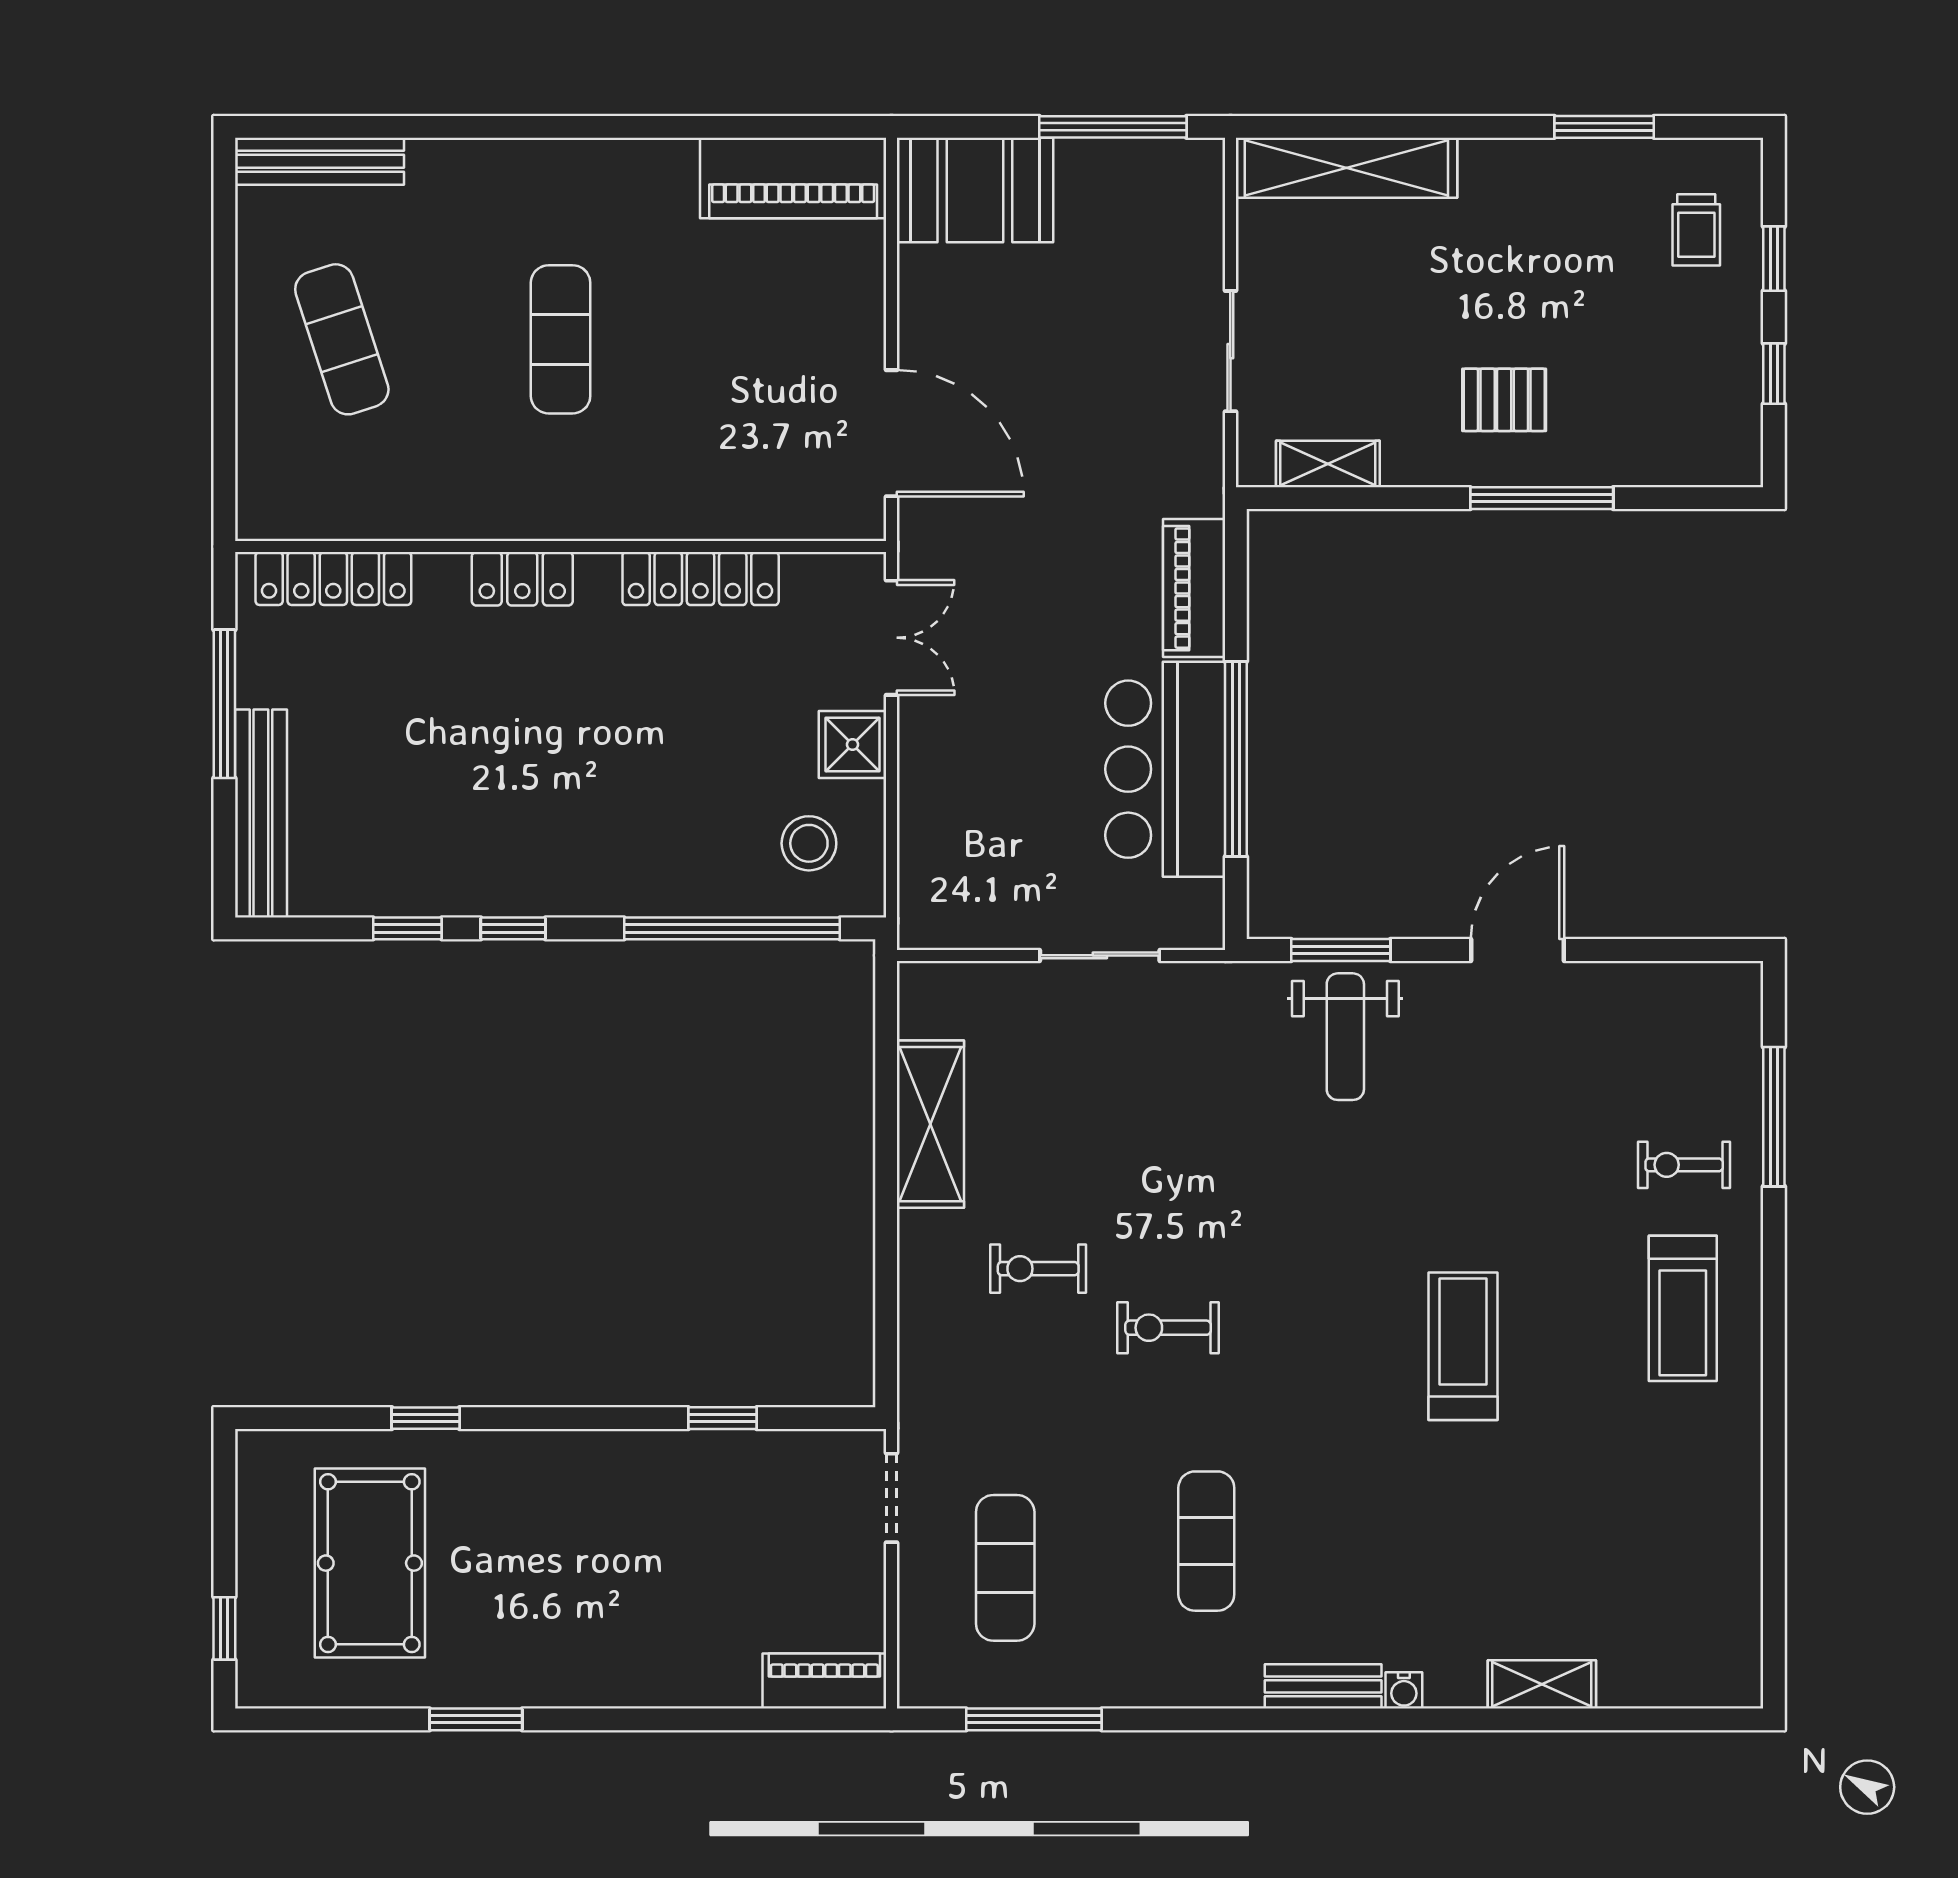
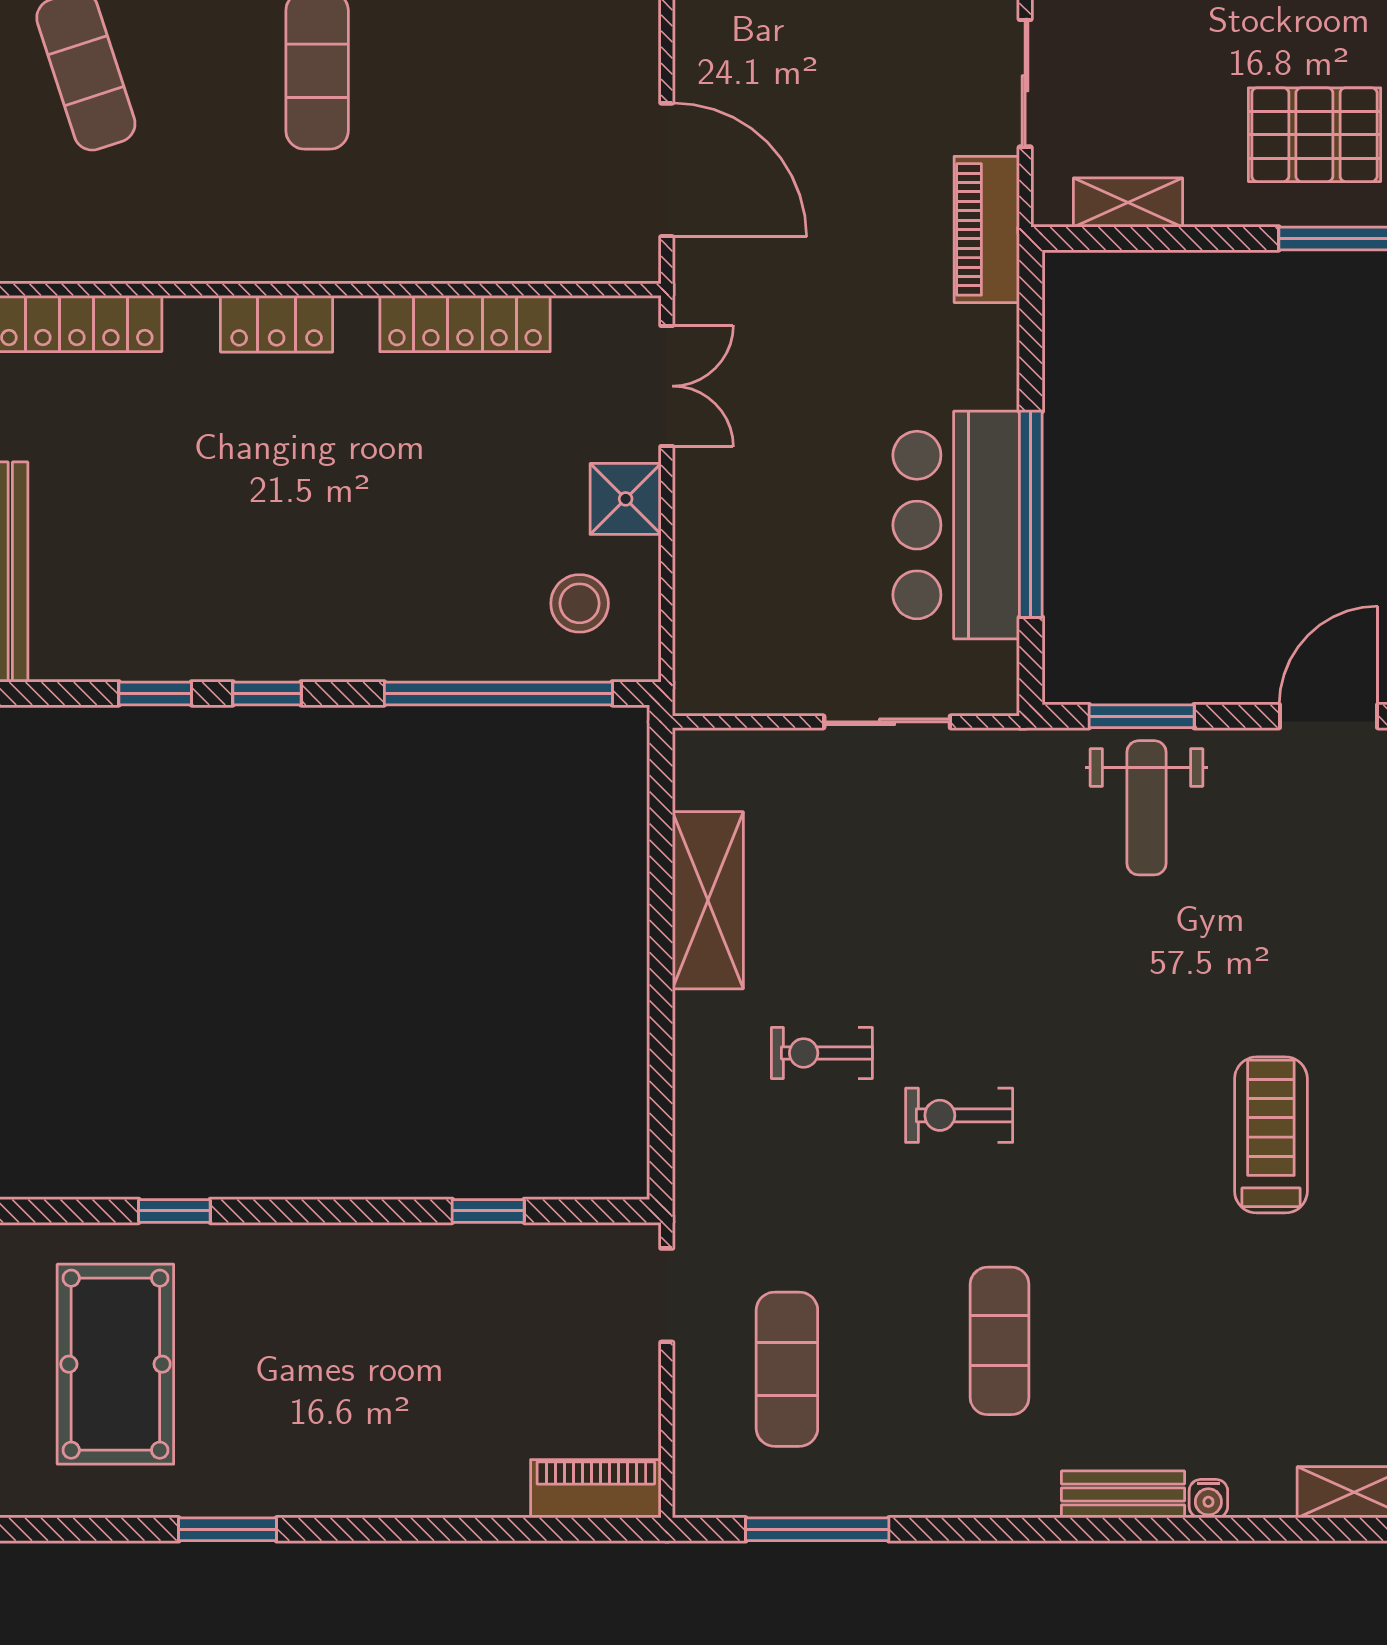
pallet: (1504, 400) -> (1314, 135), width x1.50, depth x1.42
piano: (1194, 588) -> (987, 229), moved

